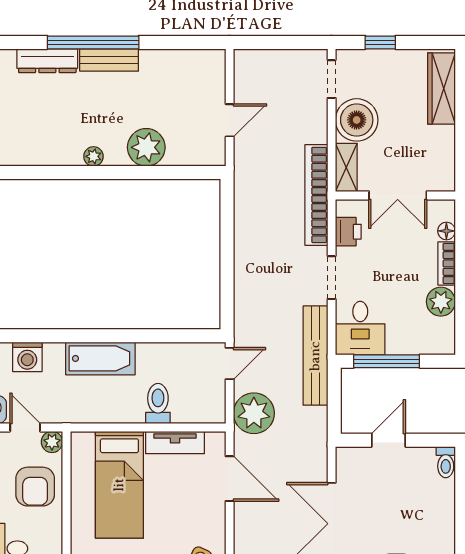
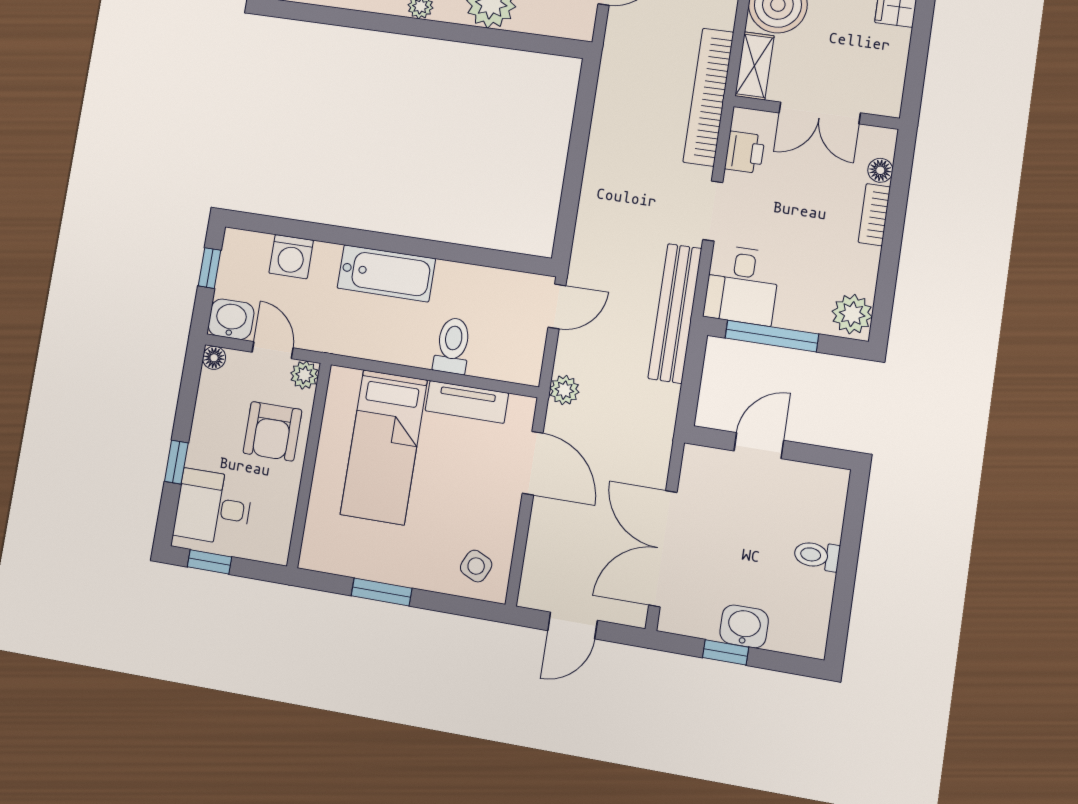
plant: (441, 302) -> (852, 314), moved
plant: (254, 413) -> (564, 390), width x0.53, depth x0.53
toilet: (446, 462) -> (817, 555), moved, turned 90

